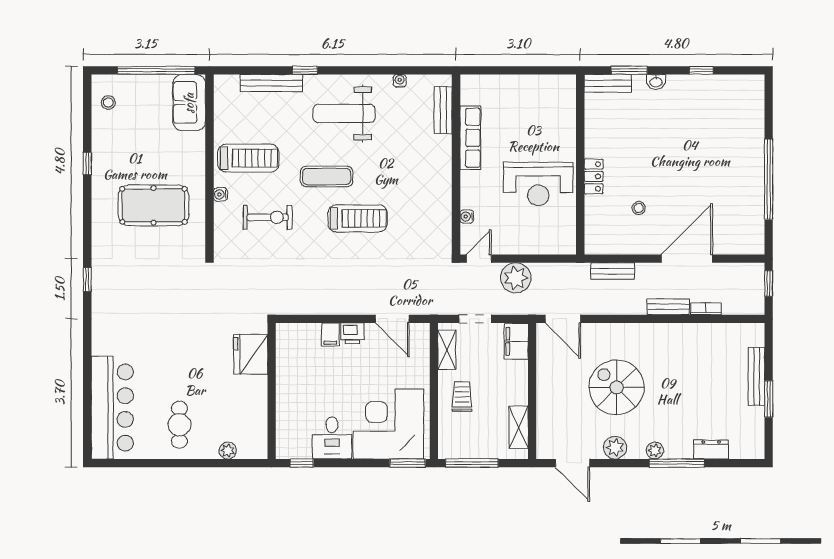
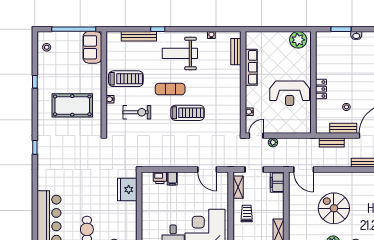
bench: (608, 83) -> (343, 128), moved
plant: (553, 89) -> (298, 40), added
plant: (516, 278) -> (273, 142), width x0.53, depth x0.53
printer: (352, 333) -> (160, 178), moved

